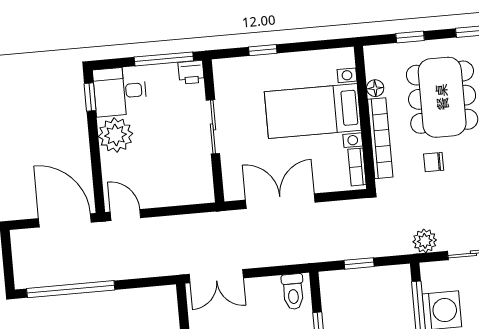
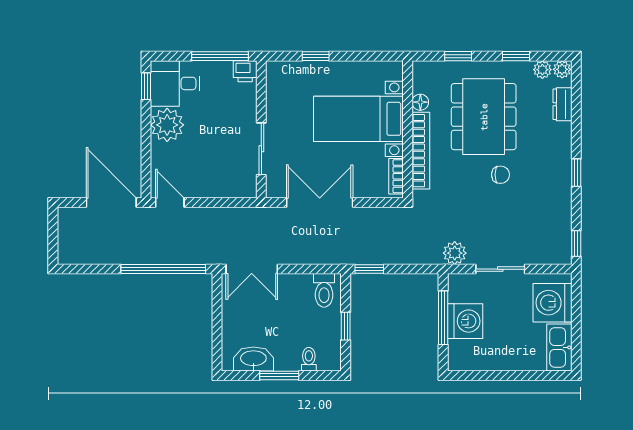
sliding door: (213, 127) -> (261, 149), moved
chair: (434, 162) -> (501, 175), moved, turned 180
window: (359, 263) -> (369, 269), moved
window: (71, 289) -> (163, 269), moved

